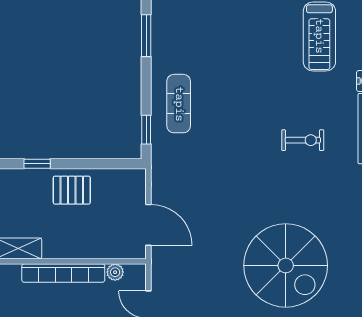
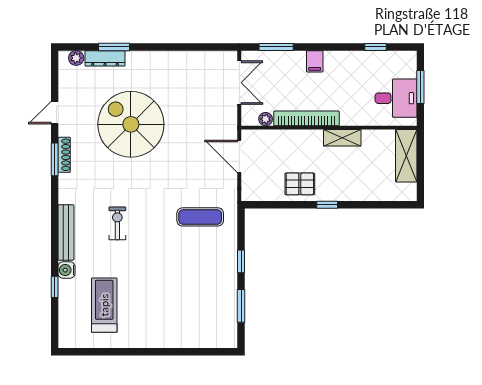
exercise mat: (179, 104) -> (200, 217), moved, turned 90
window: (146, 130) -> (241, 261), moved
exercise bike: (303, 140) -> (117, 223), turned 90

